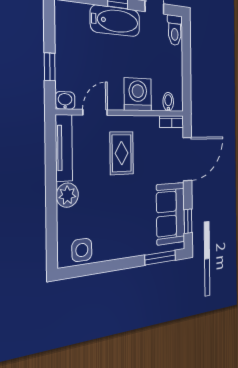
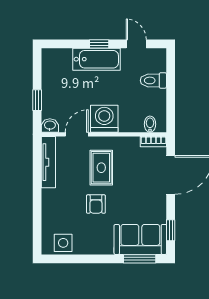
toilet: (175, 30) -> (153, 80), moved, turned 90
washing machine: (138, 94) -> (104, 119), moved
plant: (67, 195) -> (51, 199), removed
armchair: (117, 198) -> (96, 204), added
sofa: (171, 213) -> (140, 239), moved, turned 90

